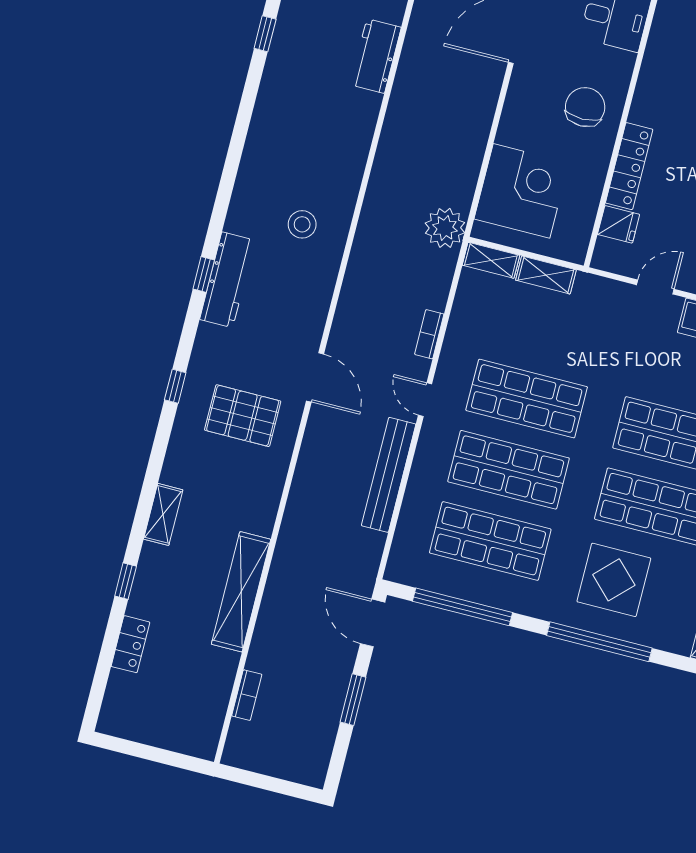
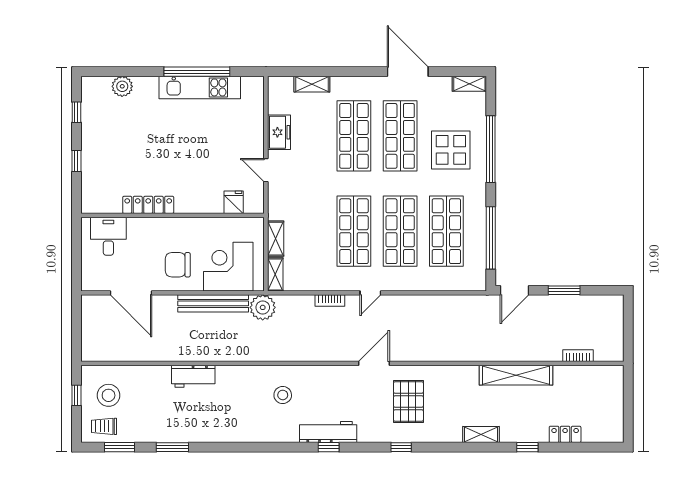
window: (265, 34) -> (172, 447), width x1.50
workbench: (376, 56) -> (193, 376), moved
chair: (585, 107) -> (178, 265), moved
locker: (629, 166) -> (148, 205), moved
bench: (389, 475) -> (213, 303), moved

